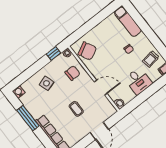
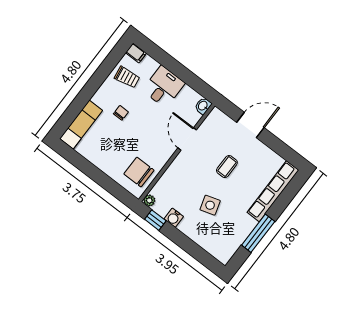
chair: (87, 51) -> (139, 172), turned -62
chair: (73, 73) -> (176, 185), removed
side table: (46, 83) -> (210, 205), moved
water cooler: (19, 92) -> (174, 218), moved

